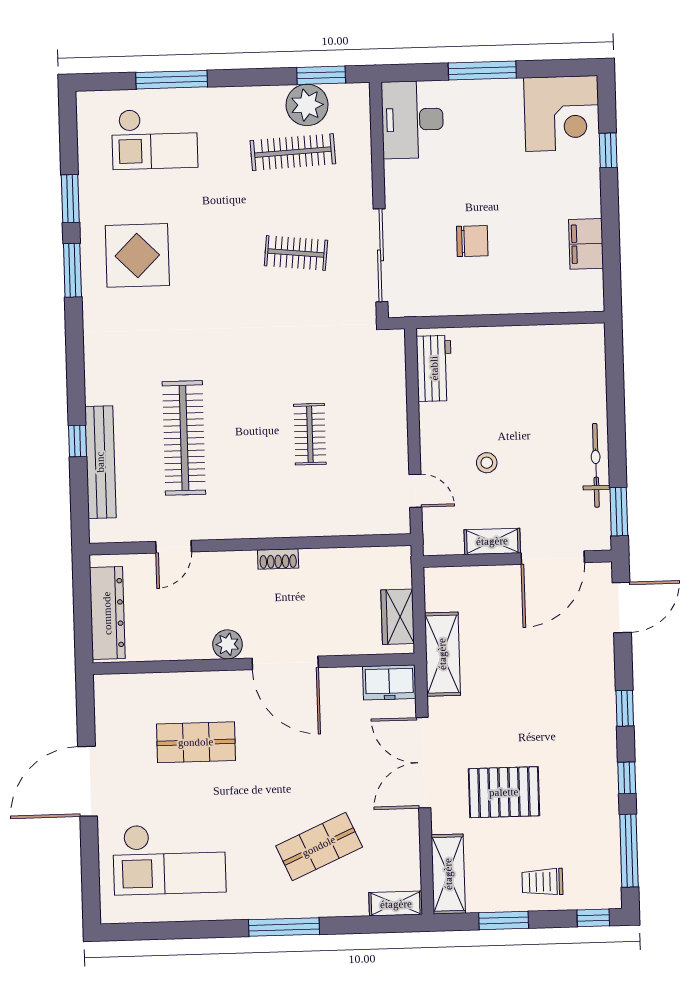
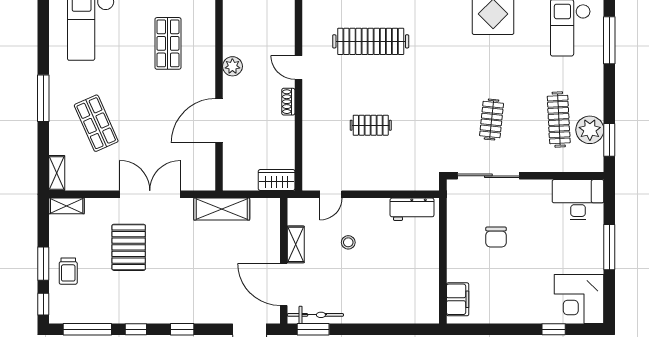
filing cabinet: (586, 244) -> (458, 299), moved, turned 90
bicycle: (596, 465) -> (315, 315), moved
door: (174, 547) -> (299, 67), moved
wardrobe: (398, 617) -> (277, 180), moved
door: (285, 663) -> (219, 121), moved
freezer: (389, 682) -> (204, 173), removed
shelving: (448, 874) -> (67, 206), width x0.67, depth x0.75
trolley: (542, 882) -> (68, 271), turned 180
window: (504, 921) -> (43, 264), moved

